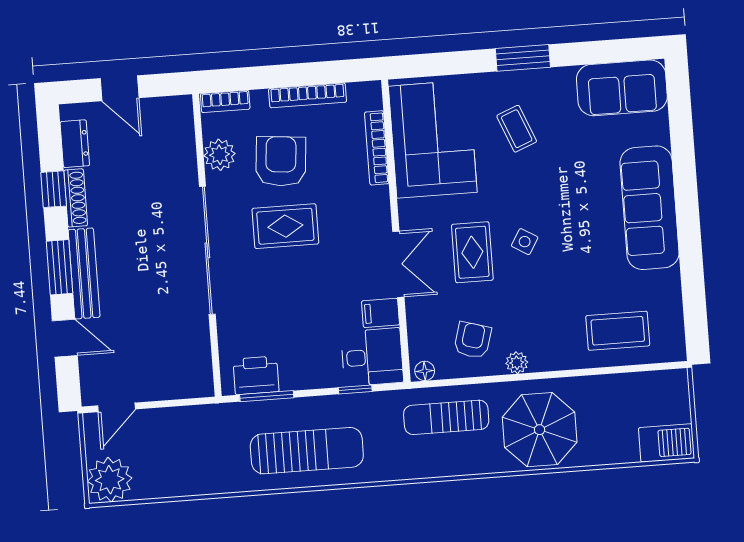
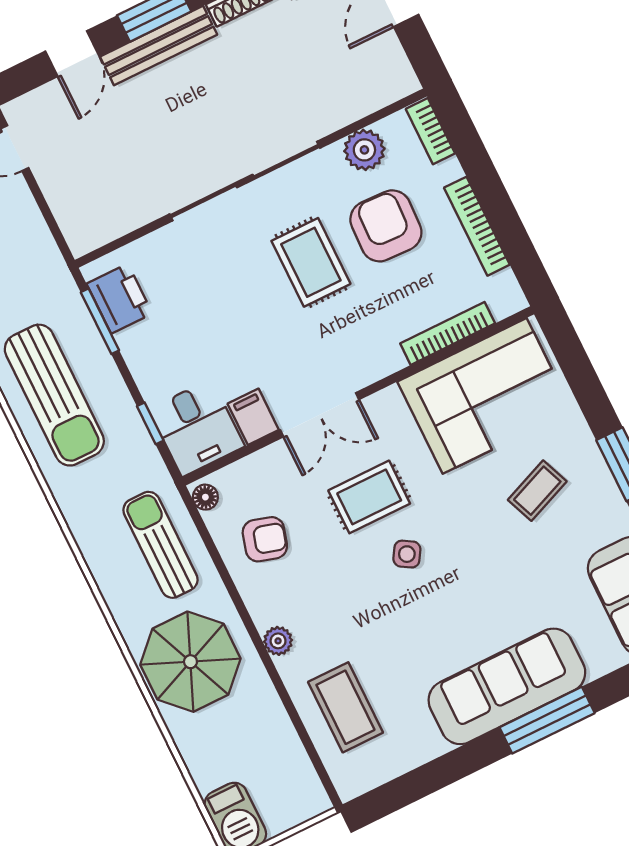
armchair: (281, 161) -> (386, 226), turned -93
window: (686, 188) -> (547, 720), added
plant: (517, 363) -> (278, 641), moved

